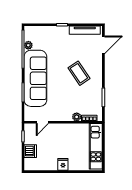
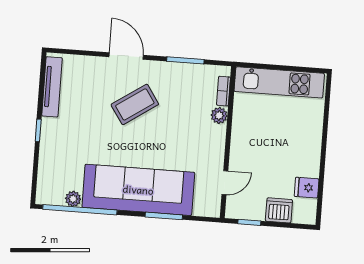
door: (103, 45) -> (126, 56), moved
door: (42, 122) -> (225, 183), hinge flipped
fridge: (63, 164) -> (307, 188), moved

